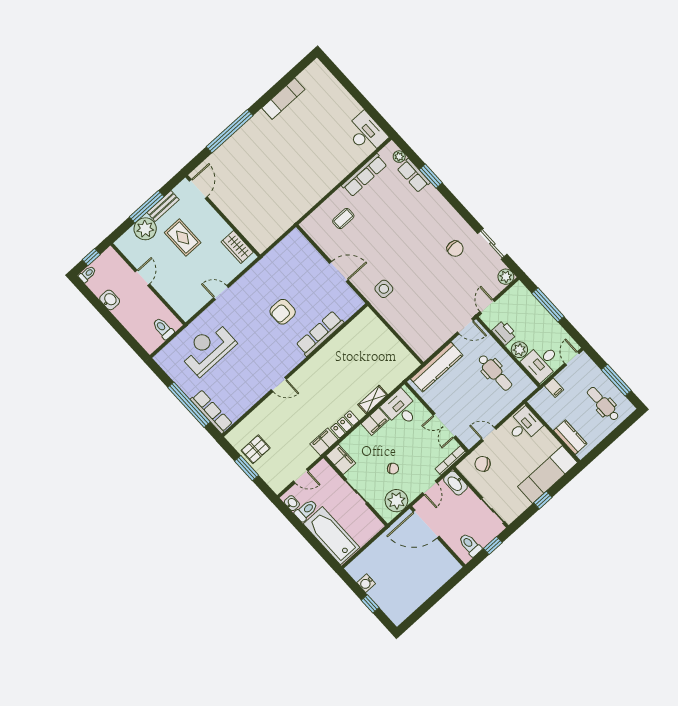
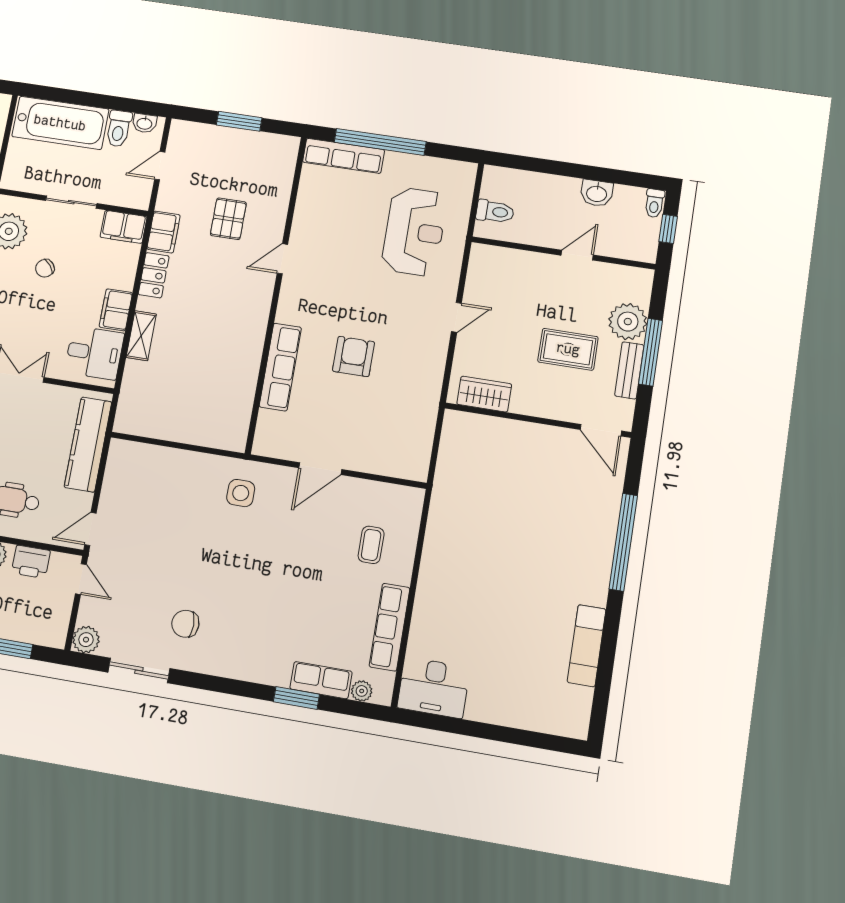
door: (142, 278) -> (577, 255), swing flipped
pallet: (256, 449) -> (228, 219), moved

